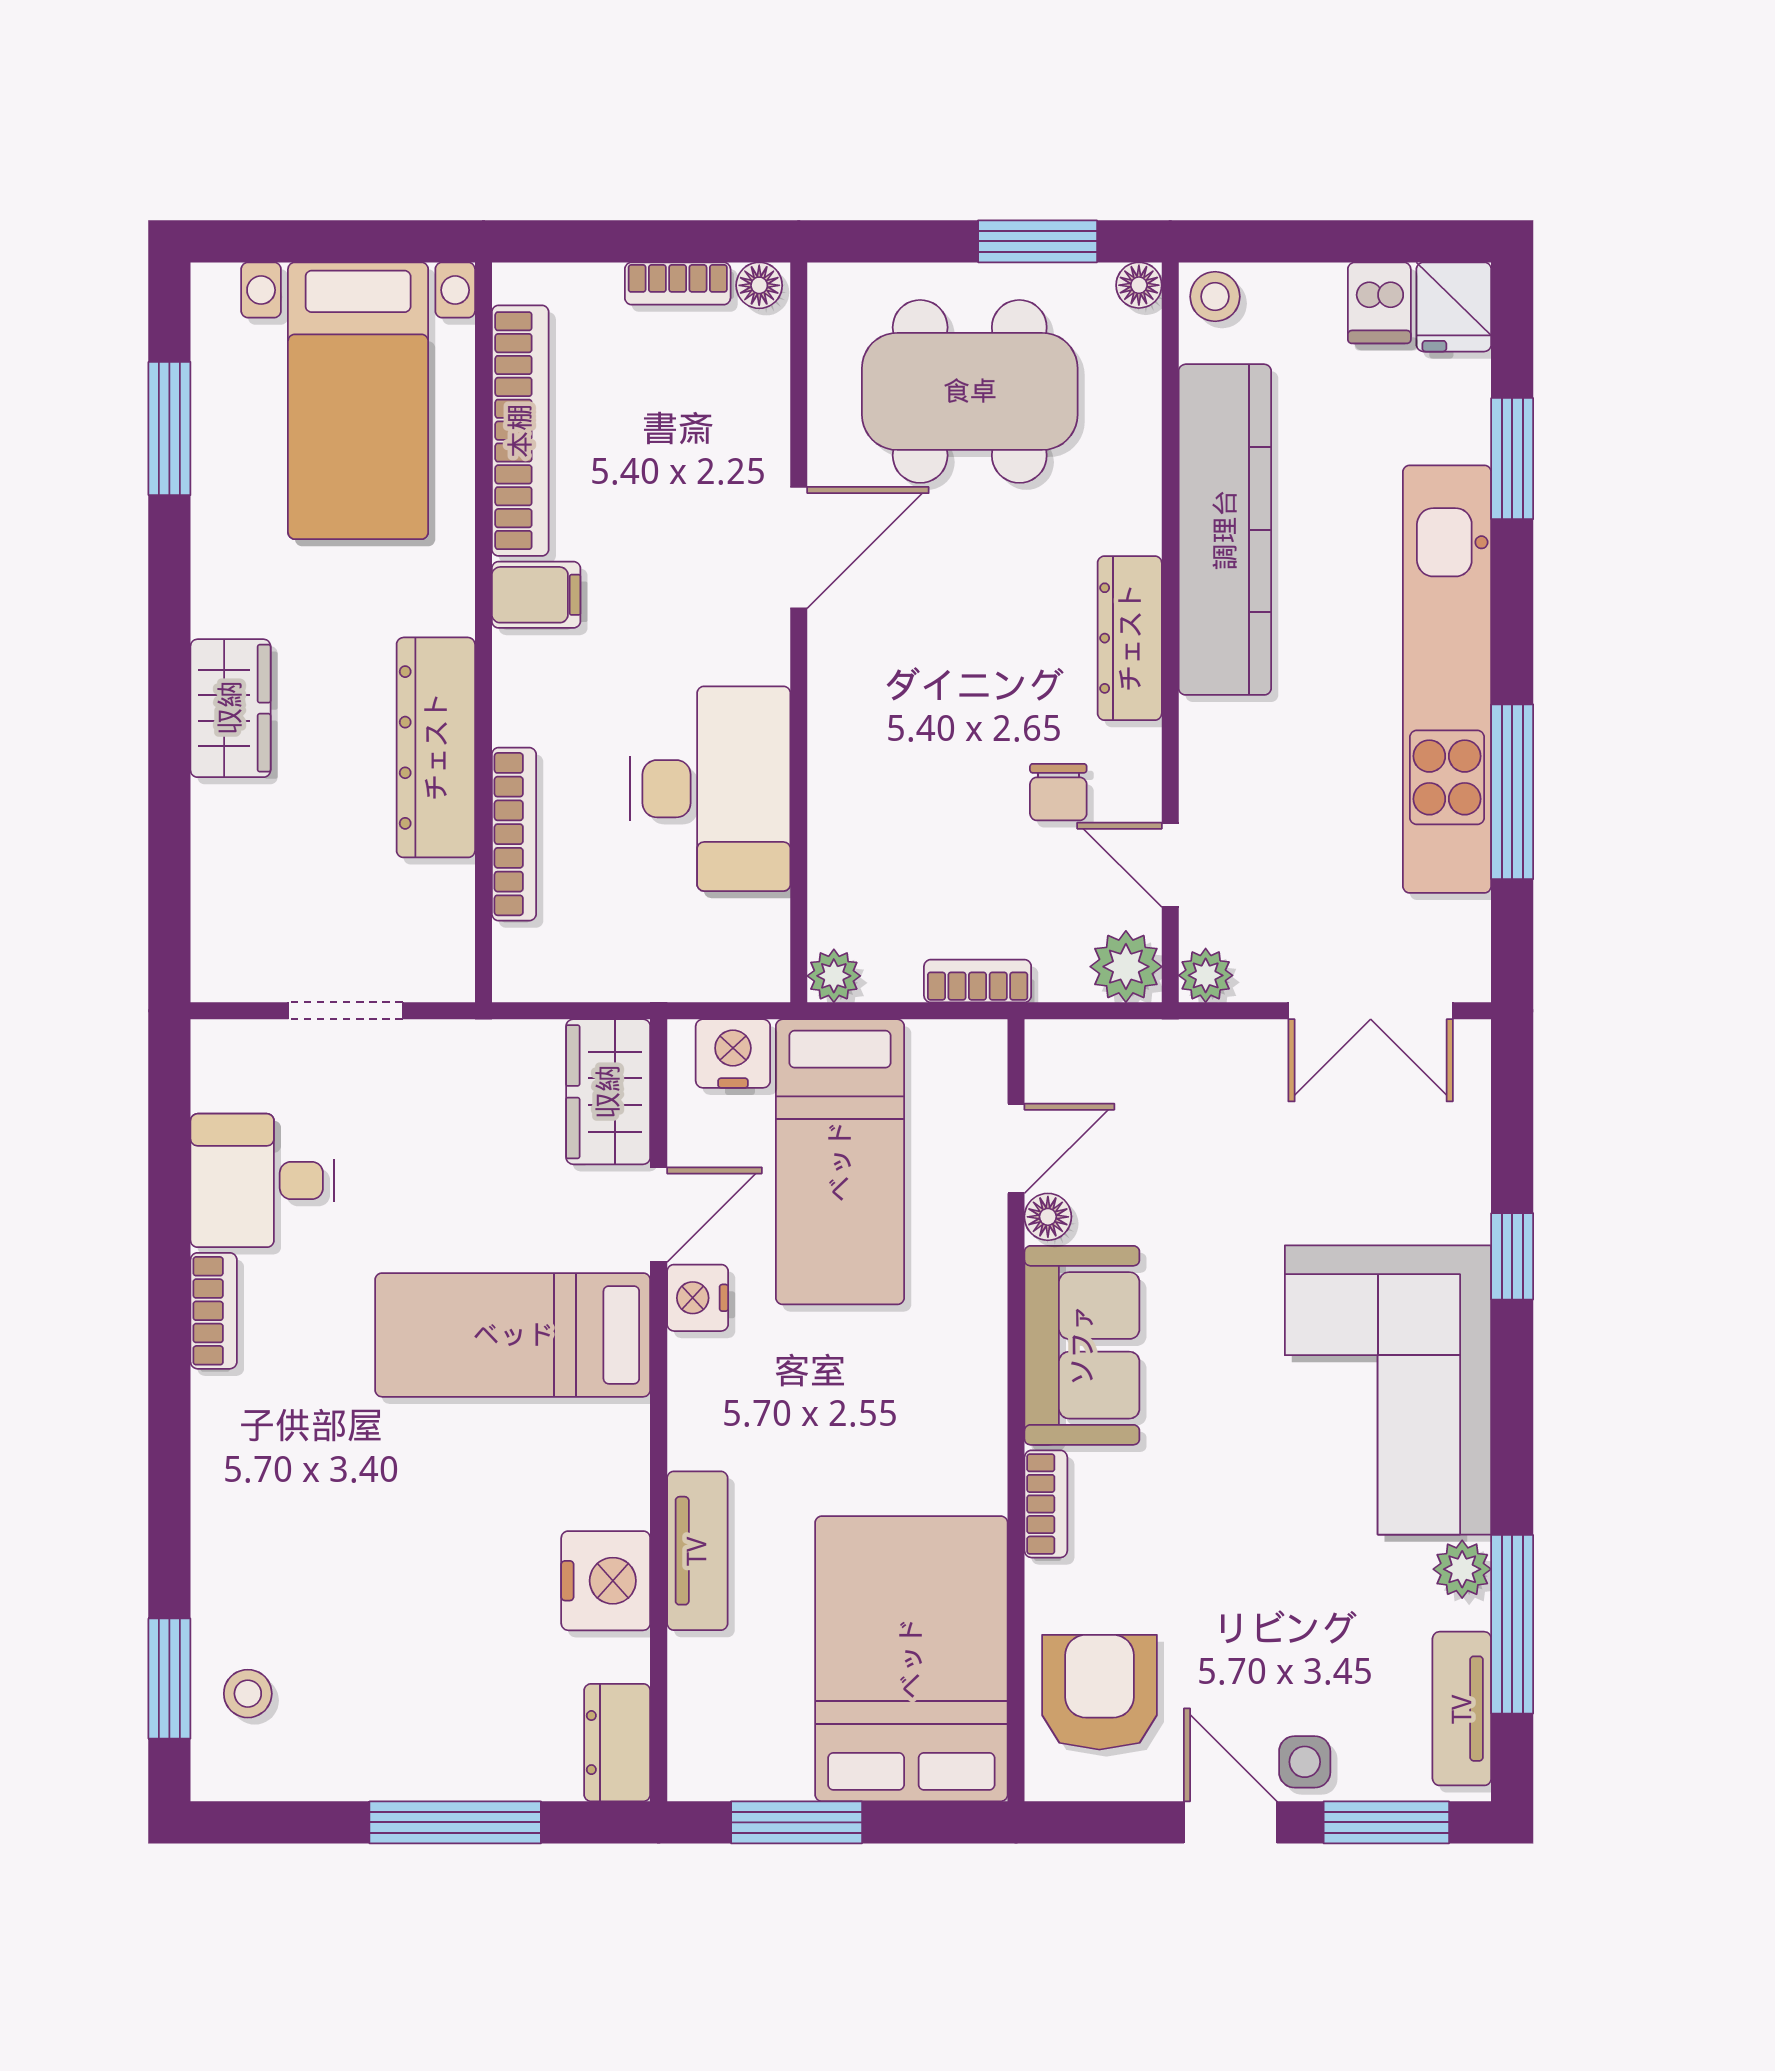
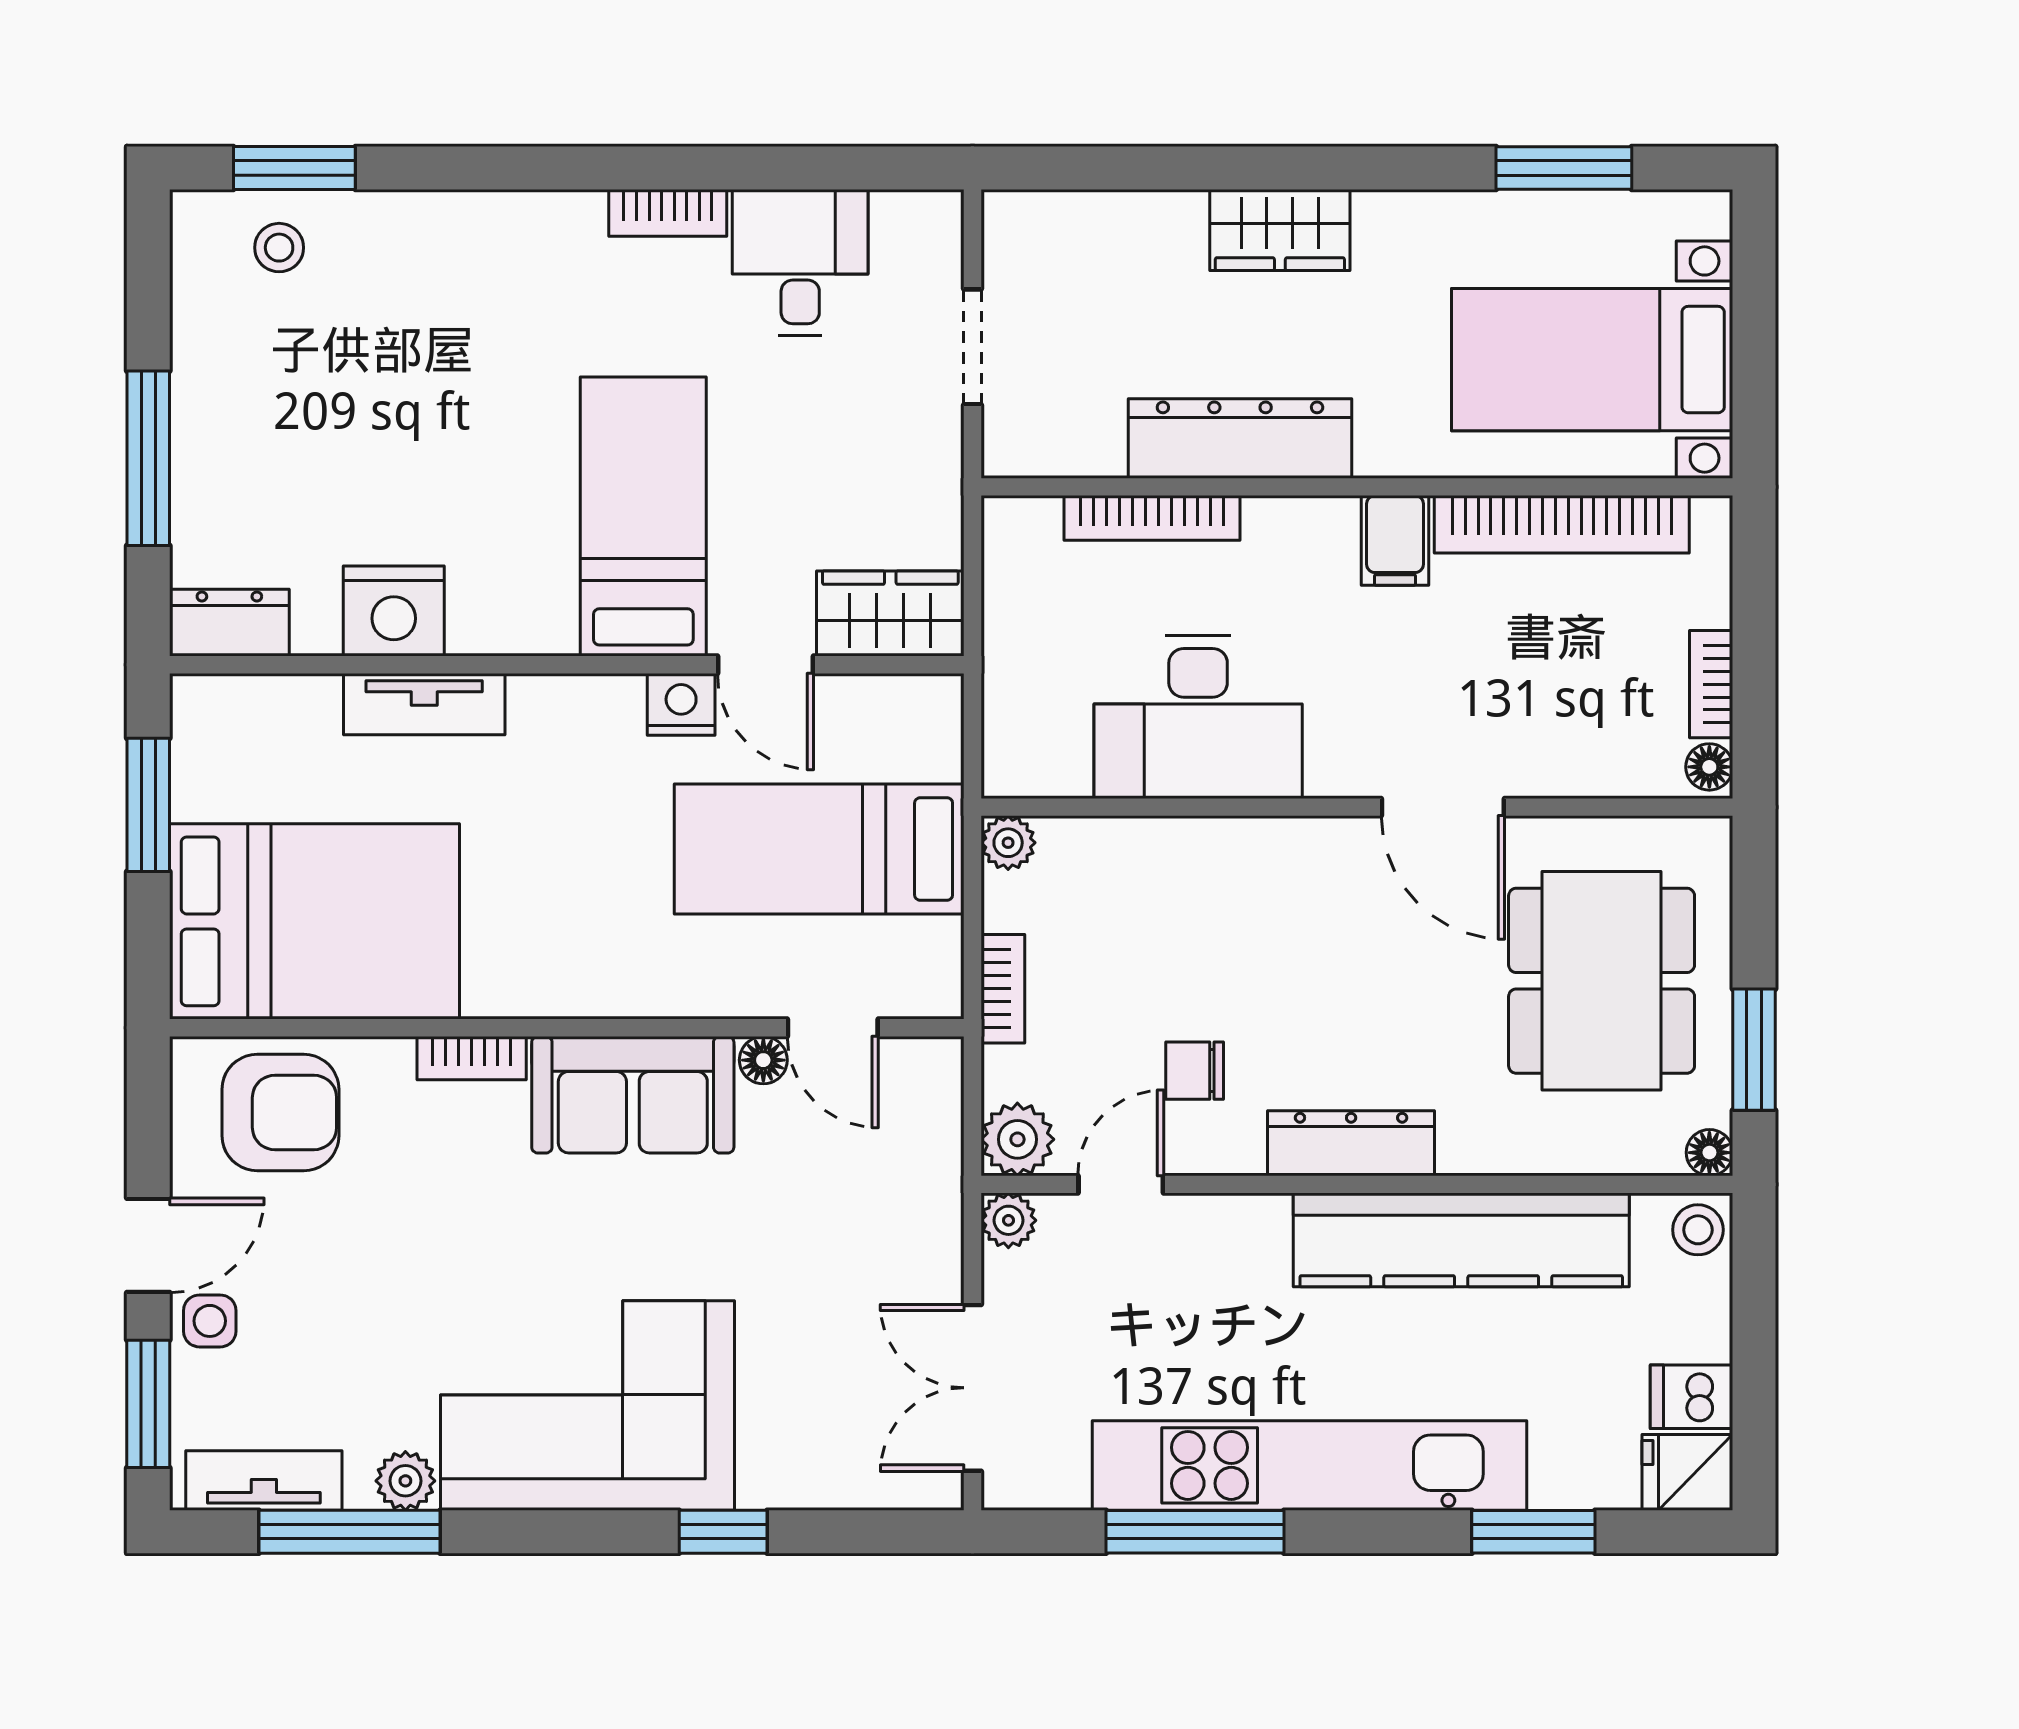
nightstand: (733, 1054) -> (929, 740), removed

